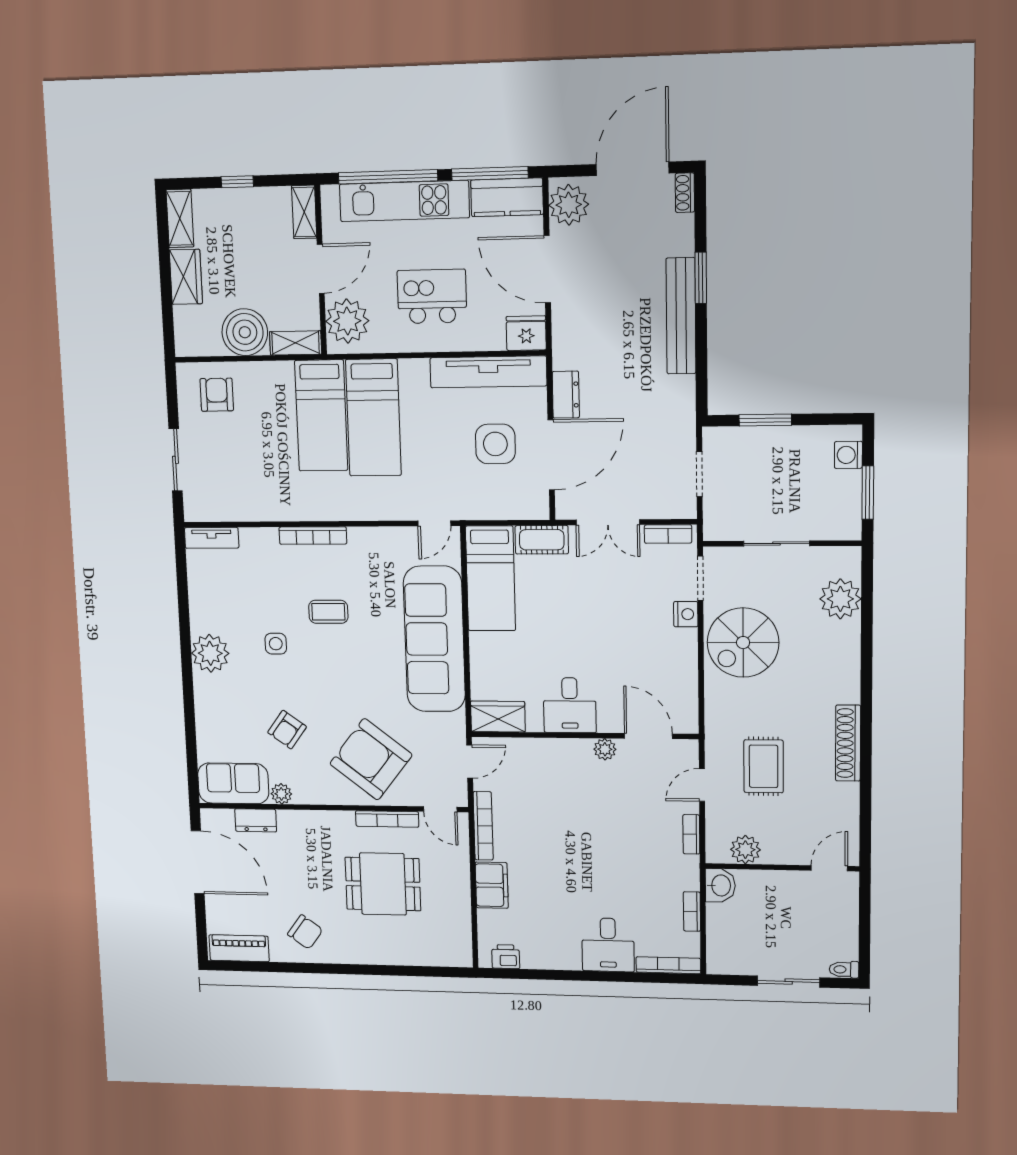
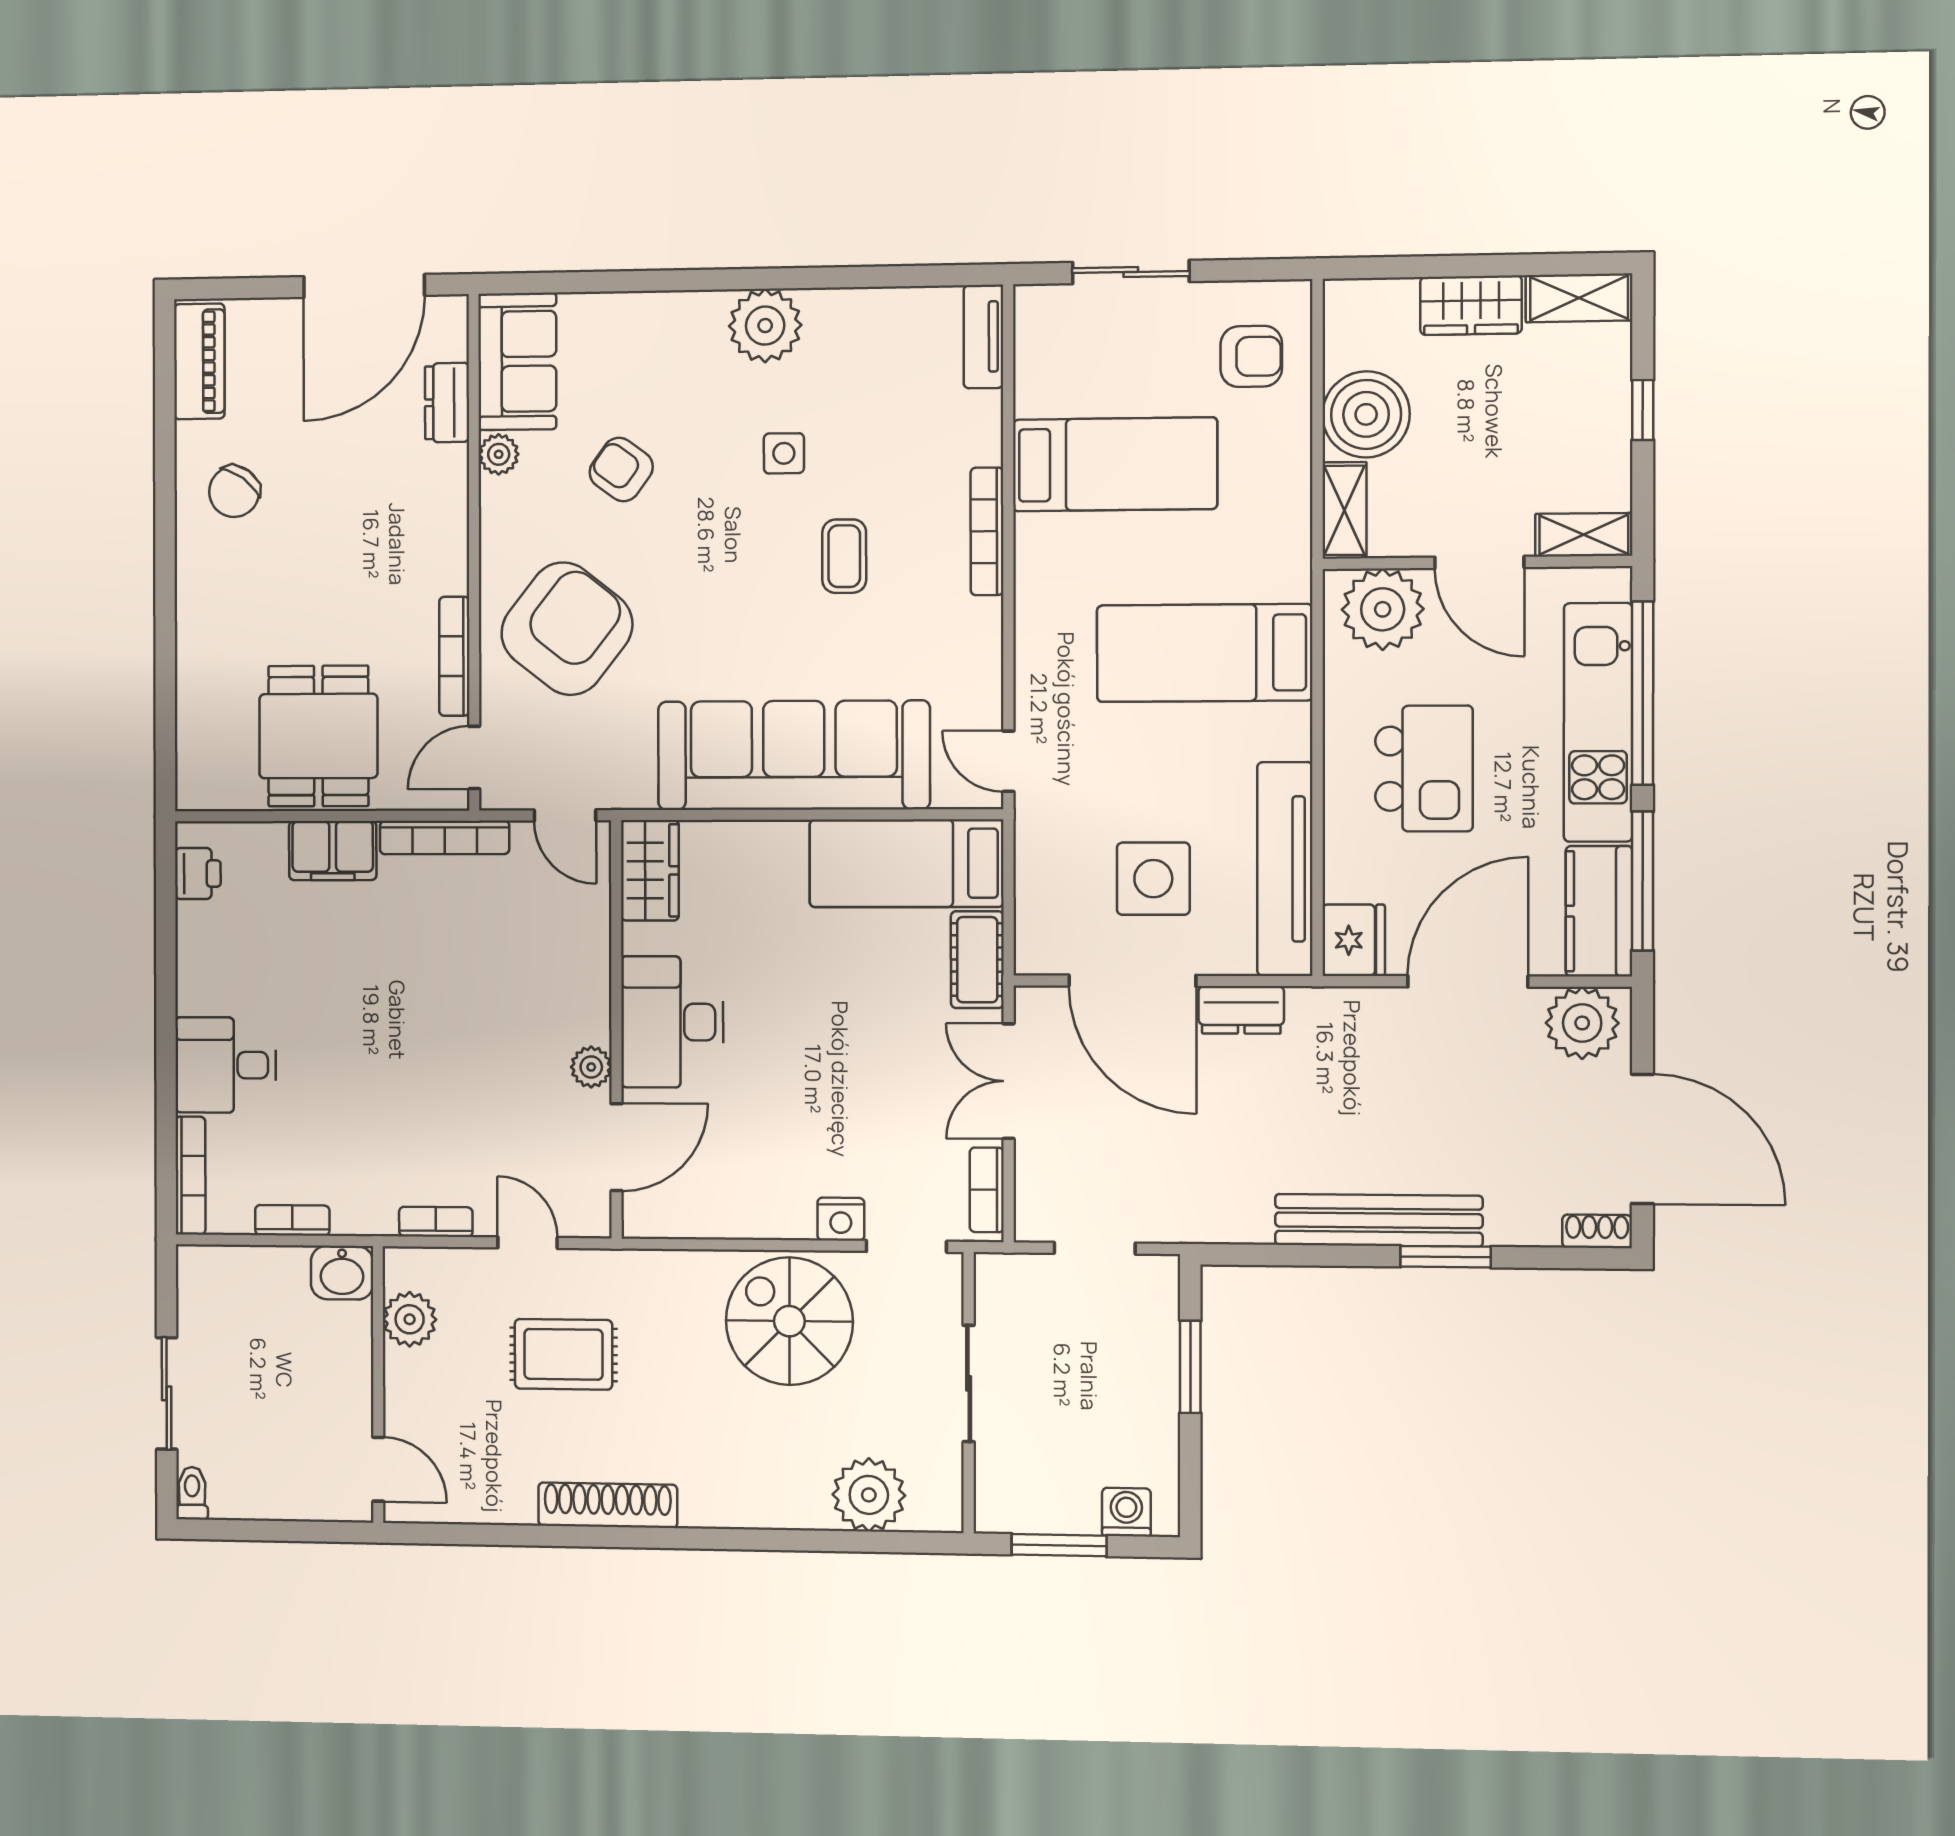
bed: (321, 416) -> (1115, 464), moved, turned 180
desk: (570, 705) -> (672, 1022), width x1.37
dining table: (383, 884) -> (318, 736), moved

